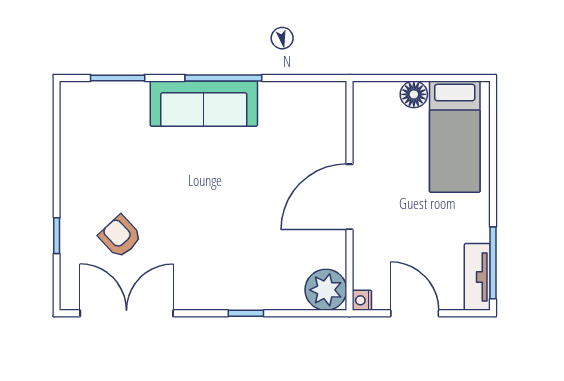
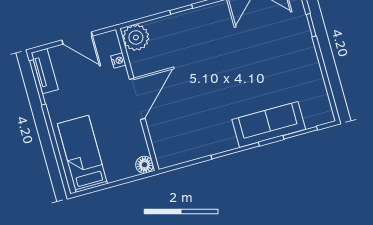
floor lamp: (414, 94) -> (144, 165), moved
sofa: (204, 104) -> (269, 124), moved
armchair: (120, 236) -> (272, 35), removed
nightstand: (362, 300) -> (118, 61), moved

